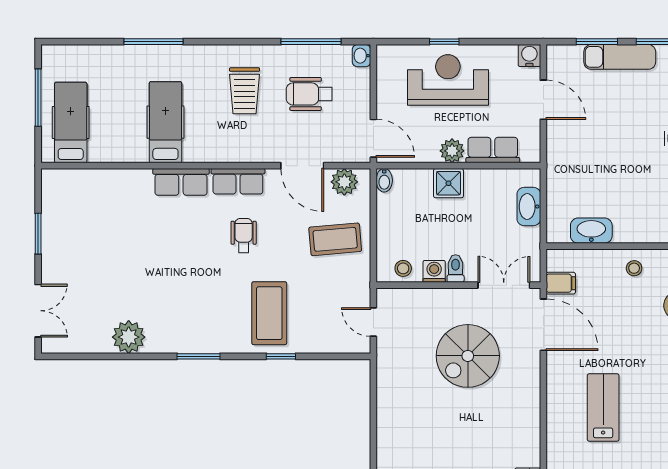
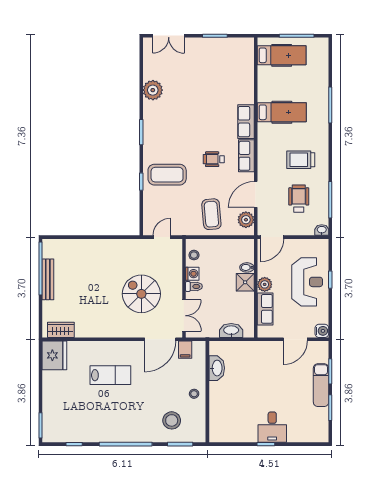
bidet: (384, 180) -> (247, 267), moved
wheelchair: (244, 235) -> (214, 159), turned 180

